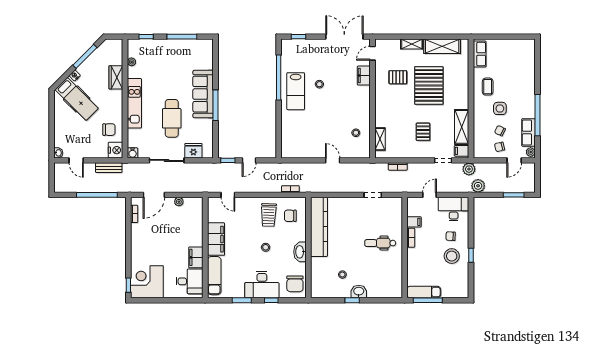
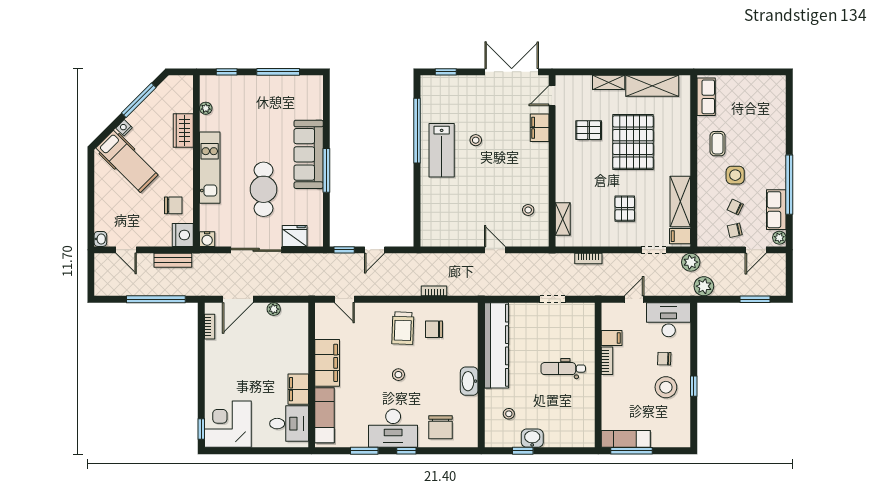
kitchen counter: (319, 227) -> (497, 345), moved
wall: (308, 248) -> (481, 375), moved
washbasin: (300, 252) -> (469, 381), moved

